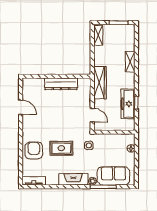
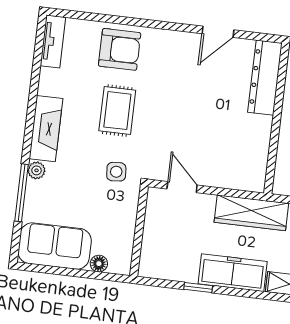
dresser: (61, 84) -> (265, 78), moved
freezer: (128, 104) -> (233, 273), moved
door: (92, 115) -> (182, 187), swing flipped
sofa: (113, 176) -> (55, 246), moved, turned -90

